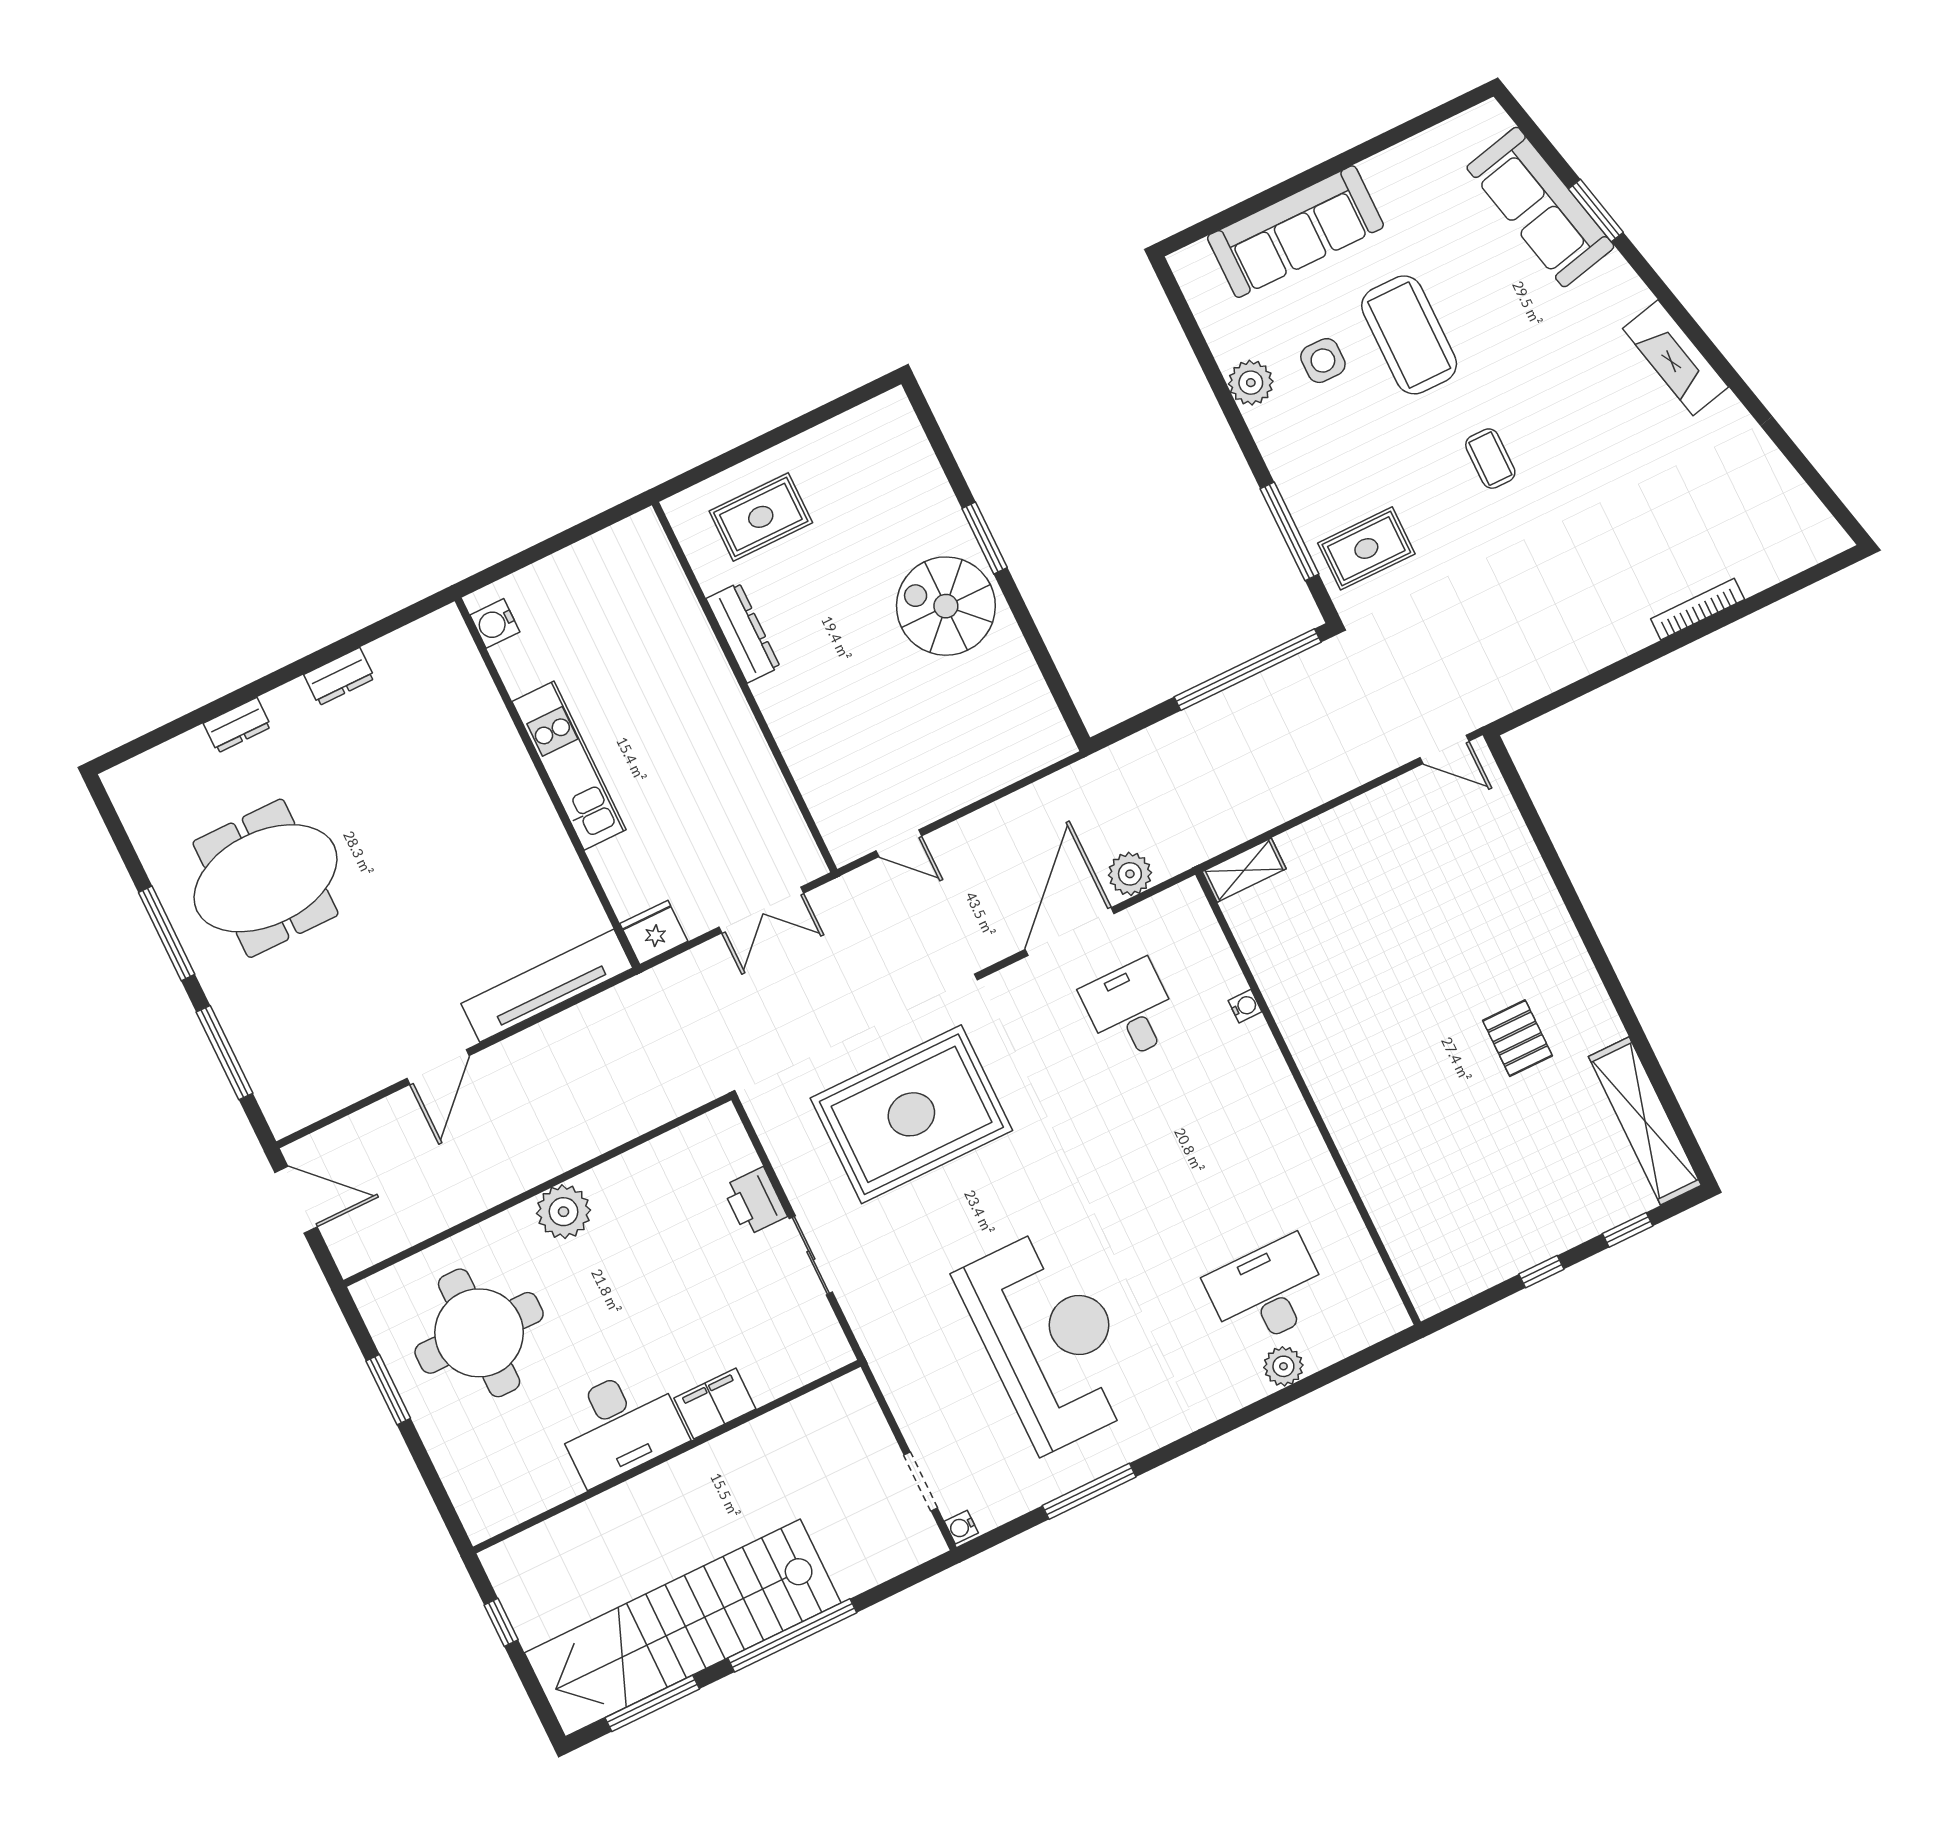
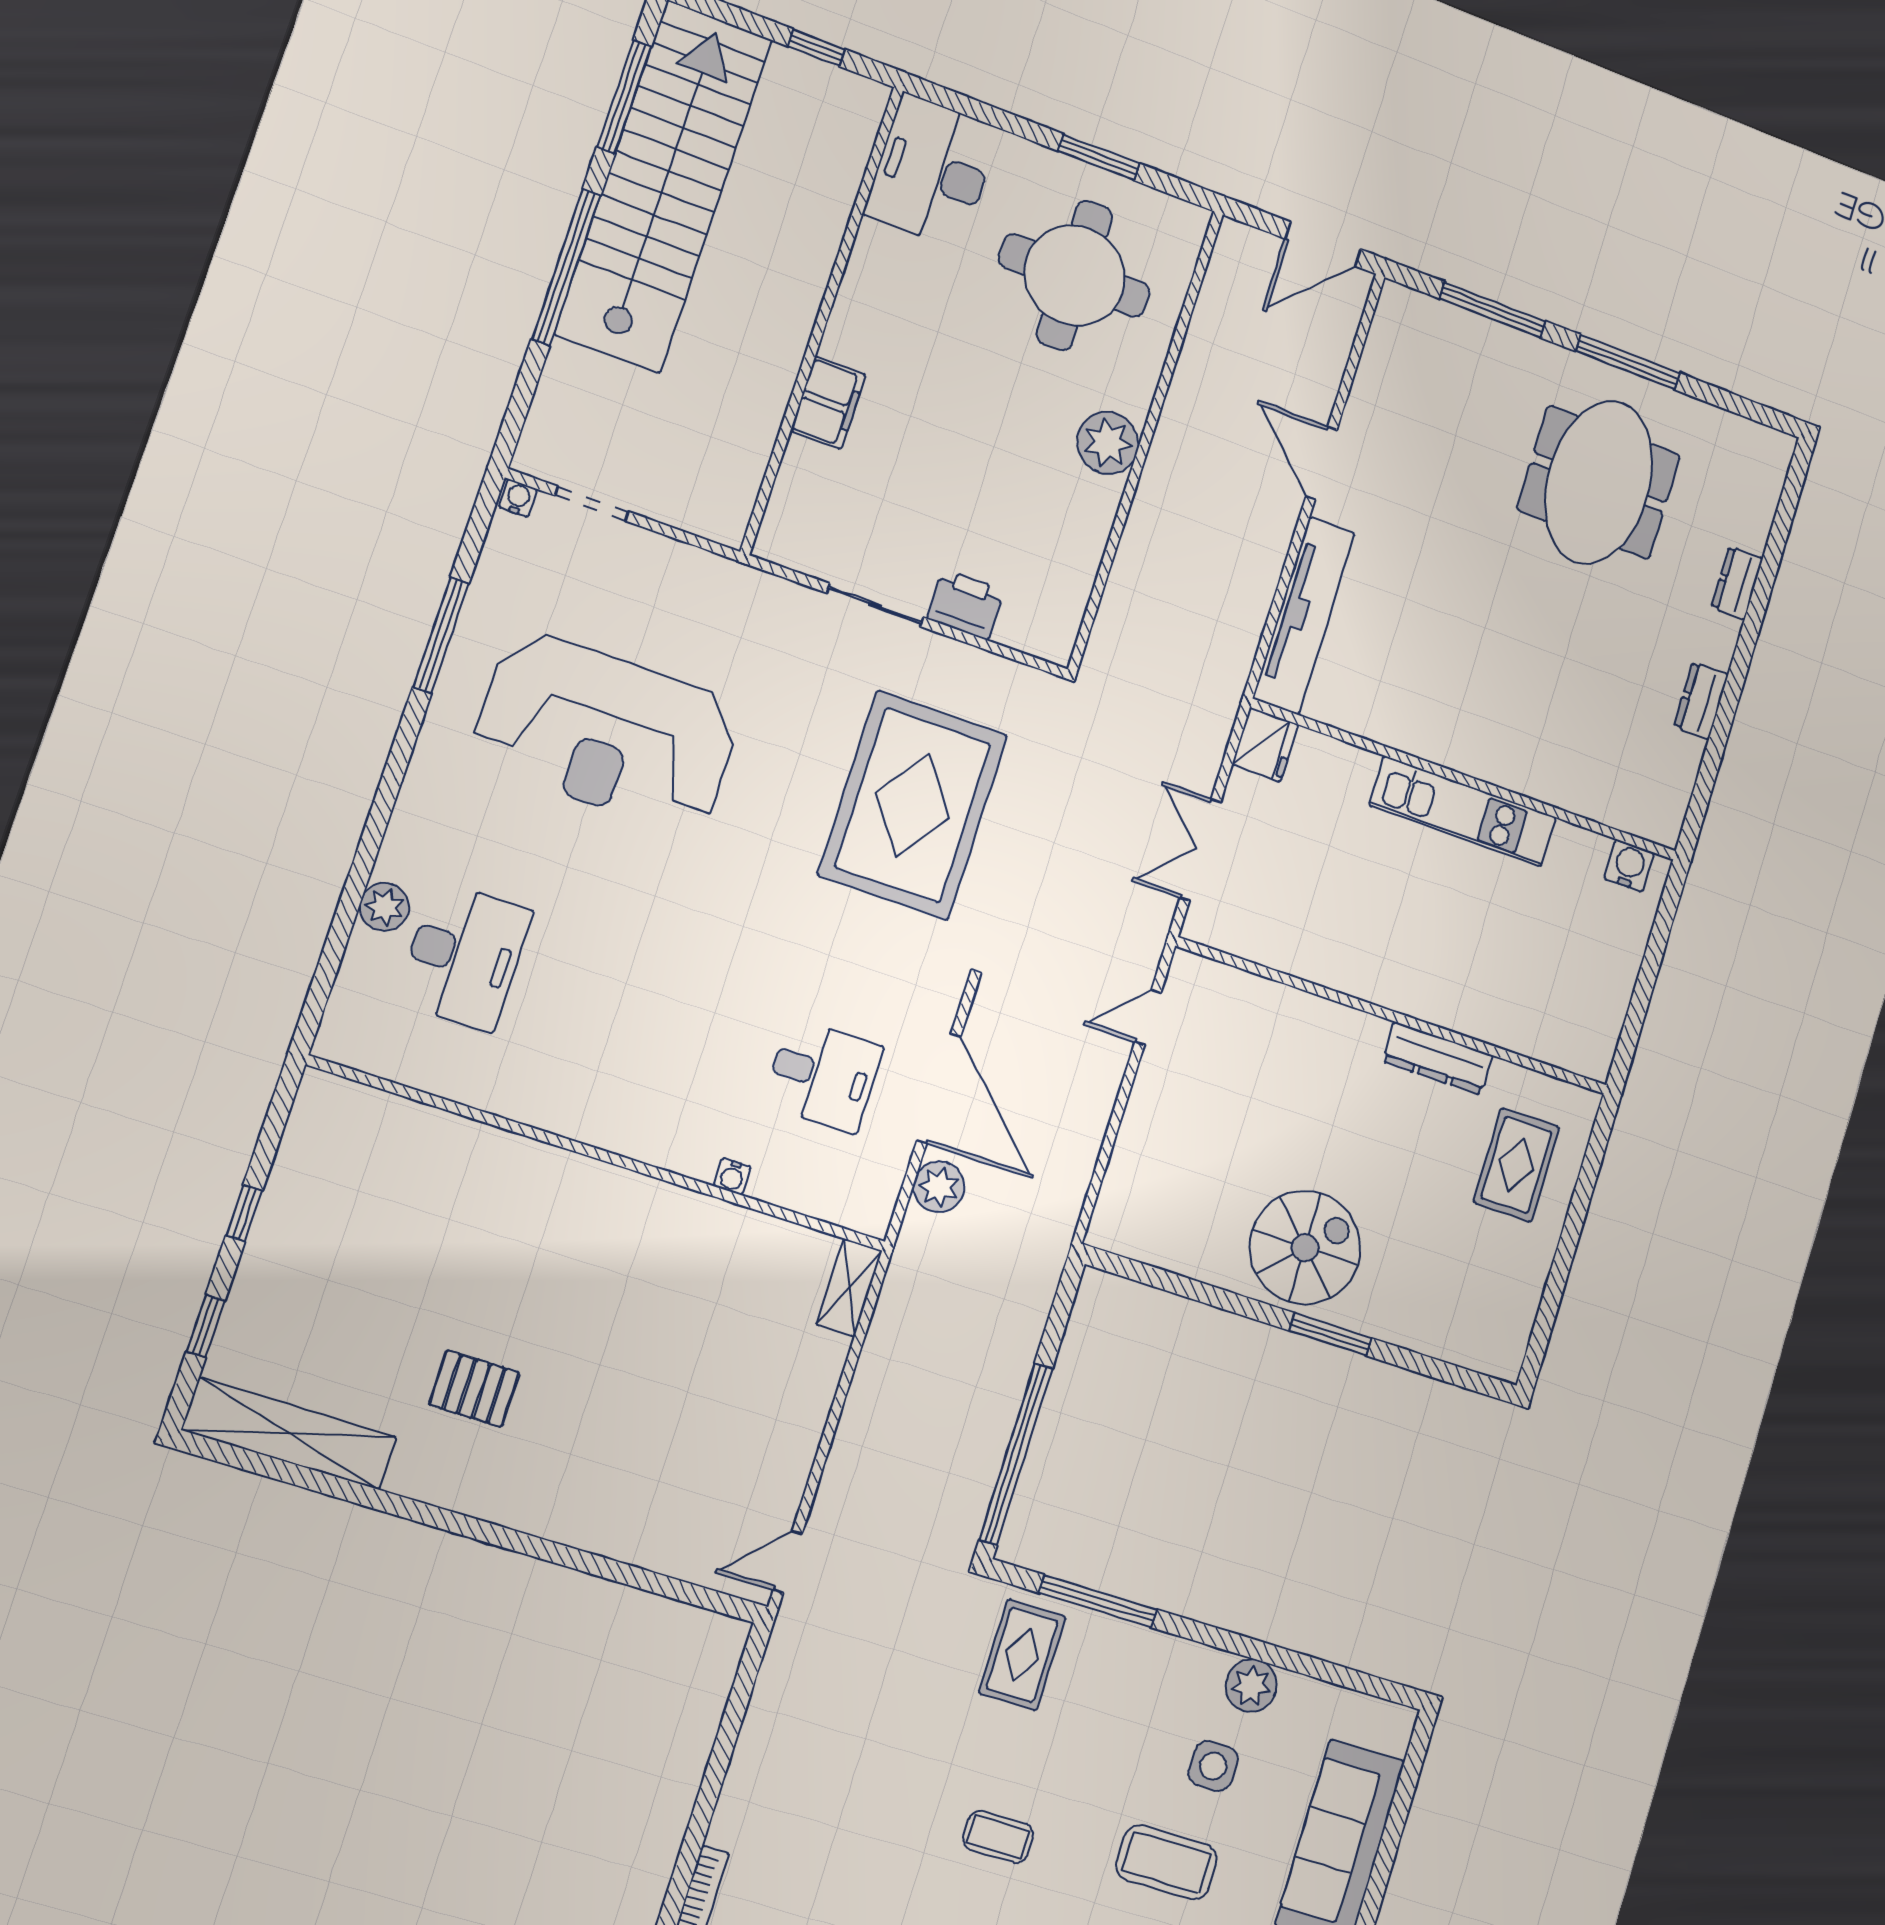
coffee table: (1409, 335) -> (1166, 1862), width x0.73, depth x0.76
desk: (620, 1425) -> (932, 171), moved

